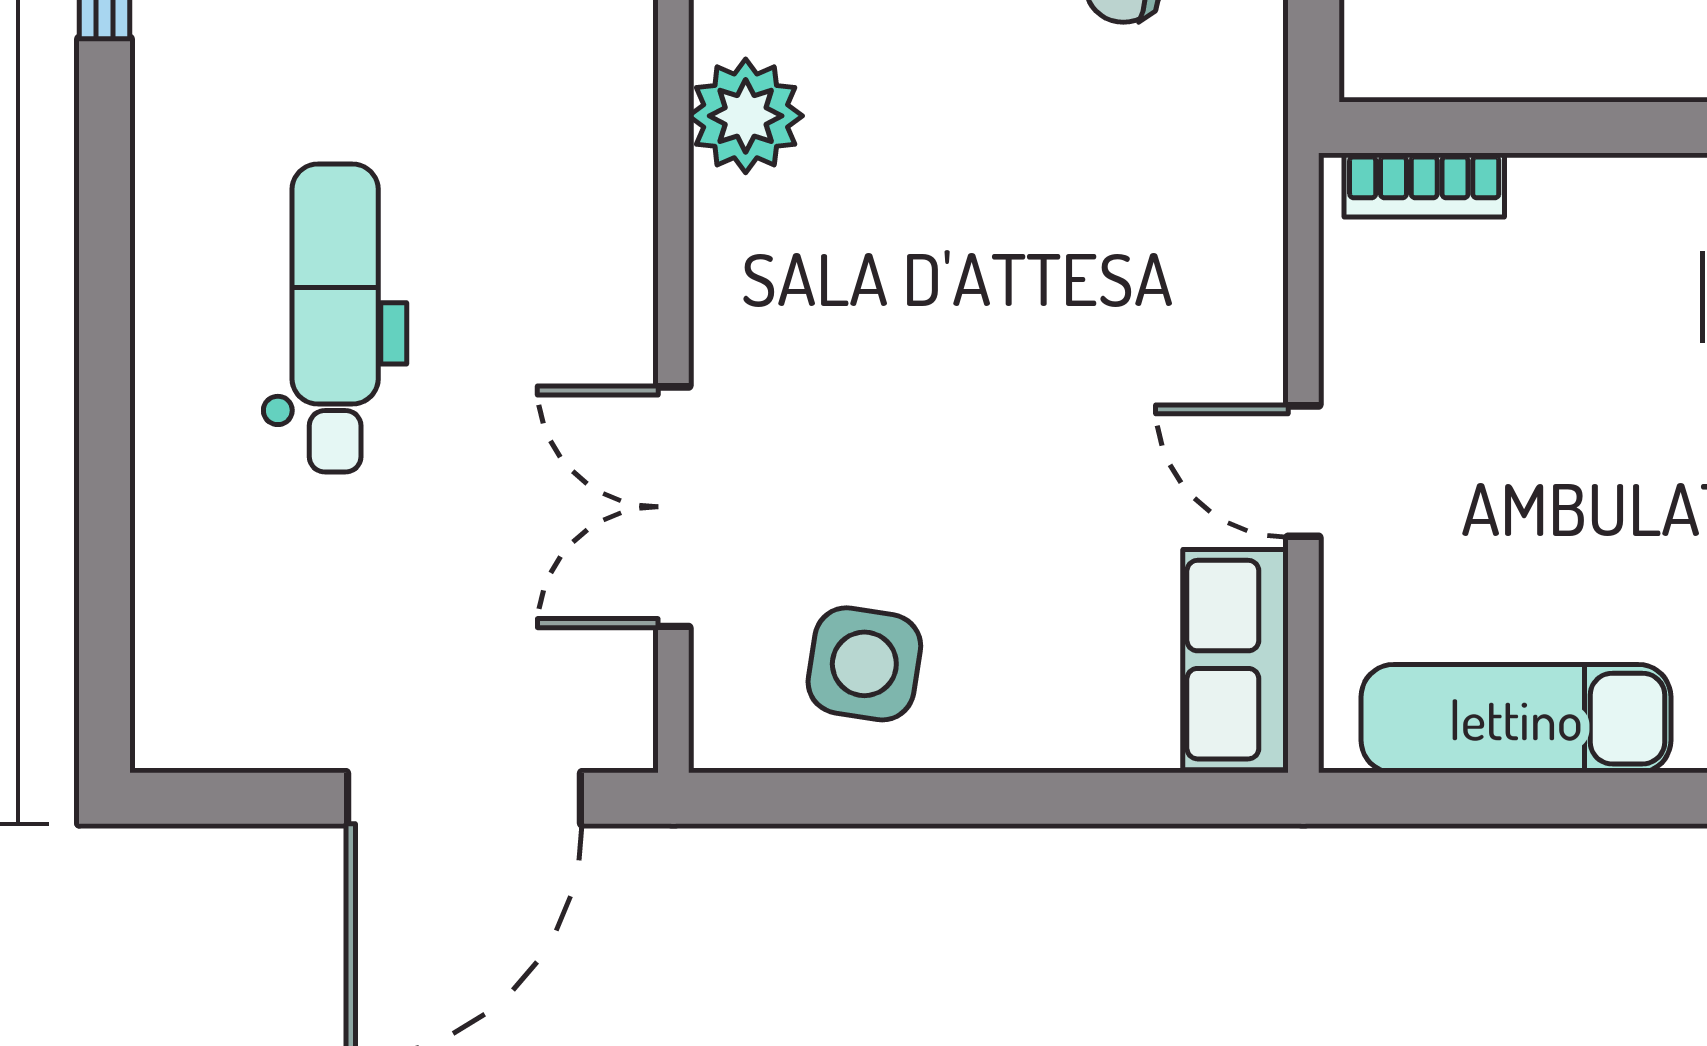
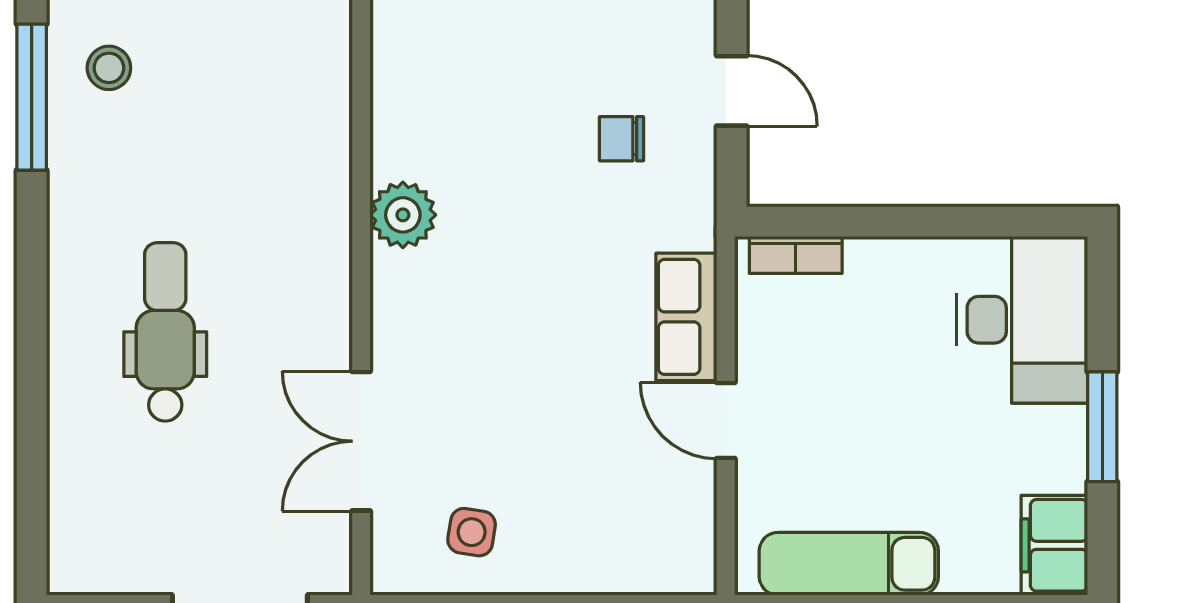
row of seats: (1235, 660) -> (686, 317), moved
side table: (864, 664) -> (472, 532), width x0.73, depth x0.73

